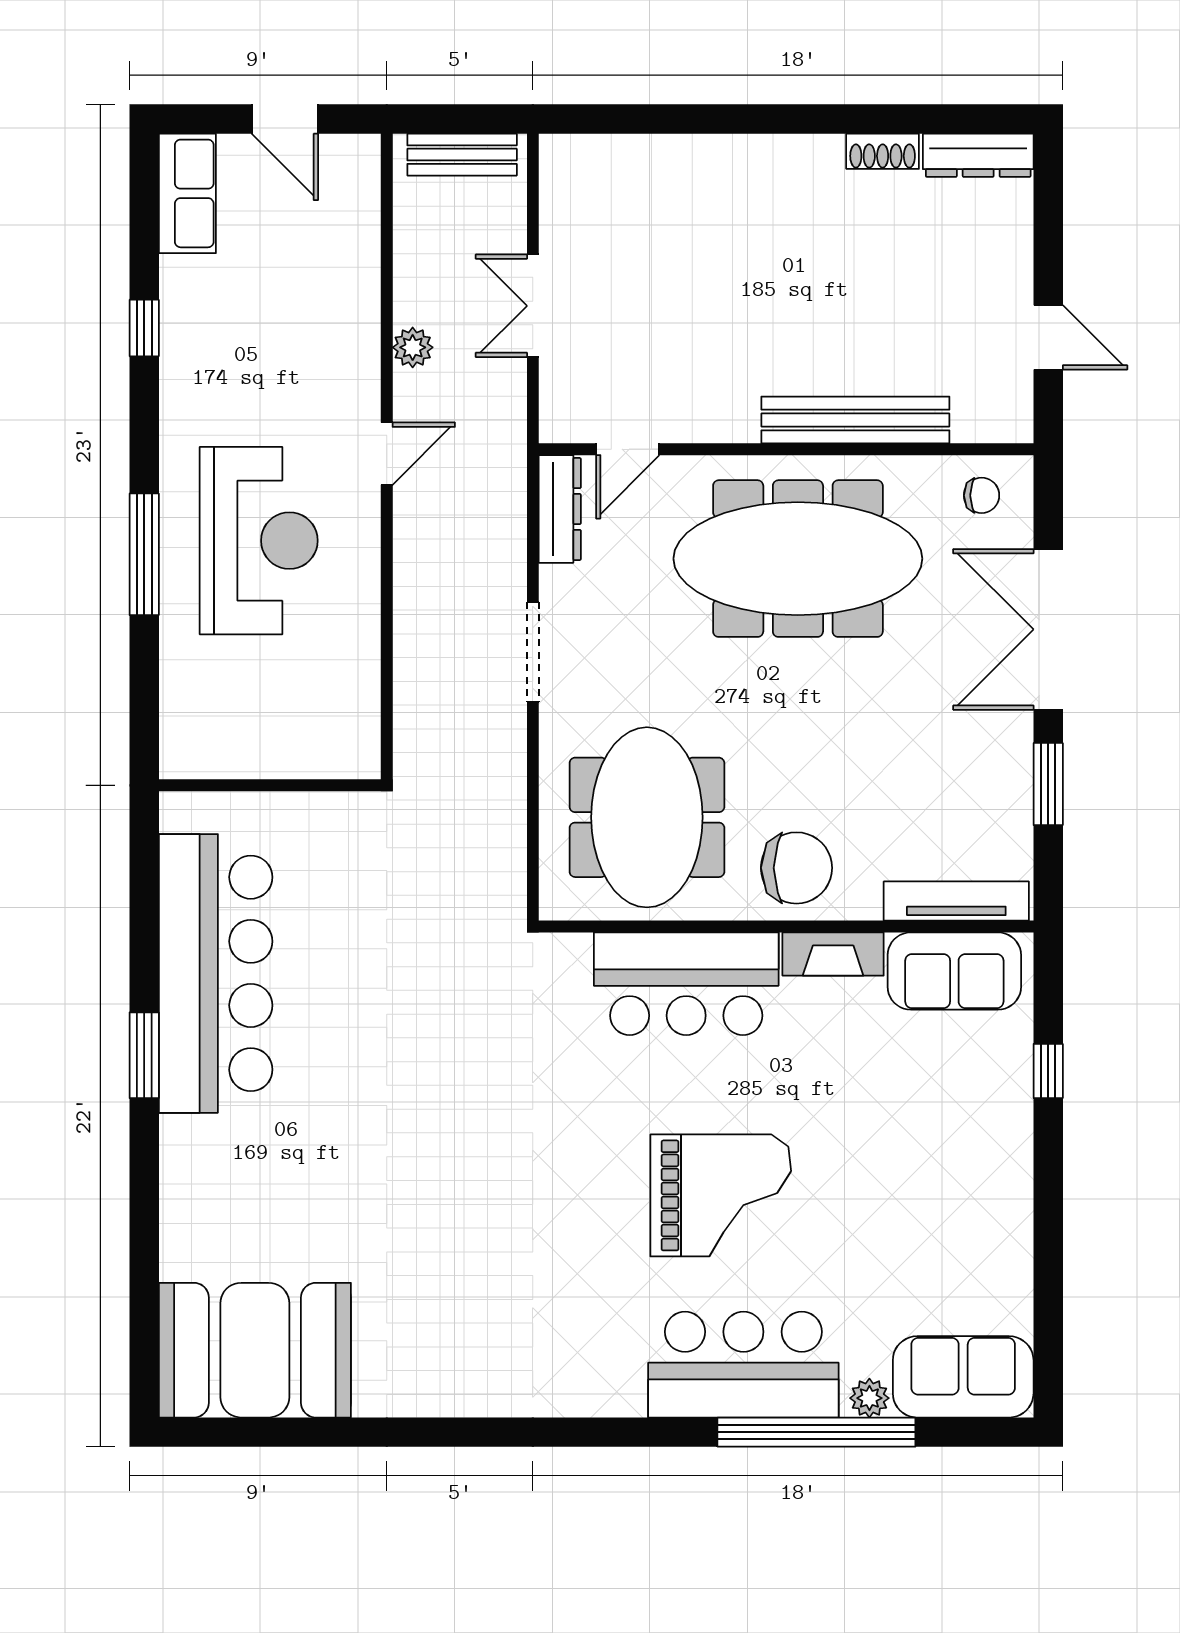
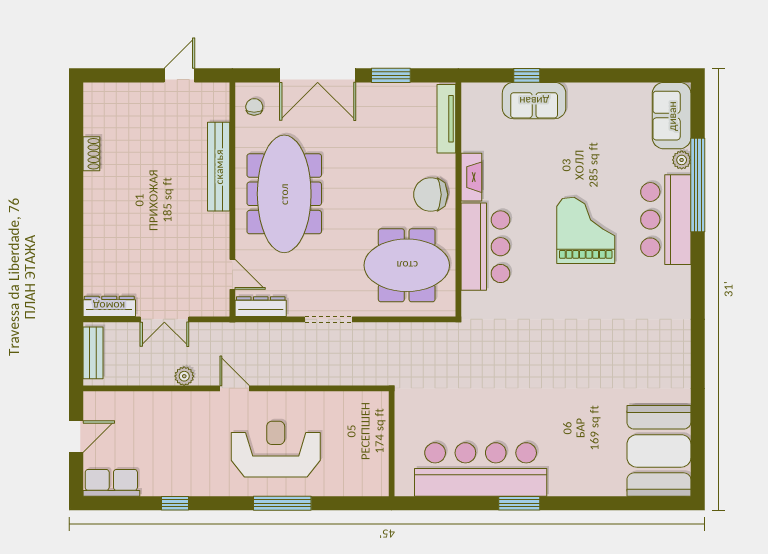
dresser: (978, 155) -> (109, 306), moved, turned -90
chair: (796, 868) -> (431, 195), turned -90
sofa: (954, 971) -> (534, 101), moved, turned 90

